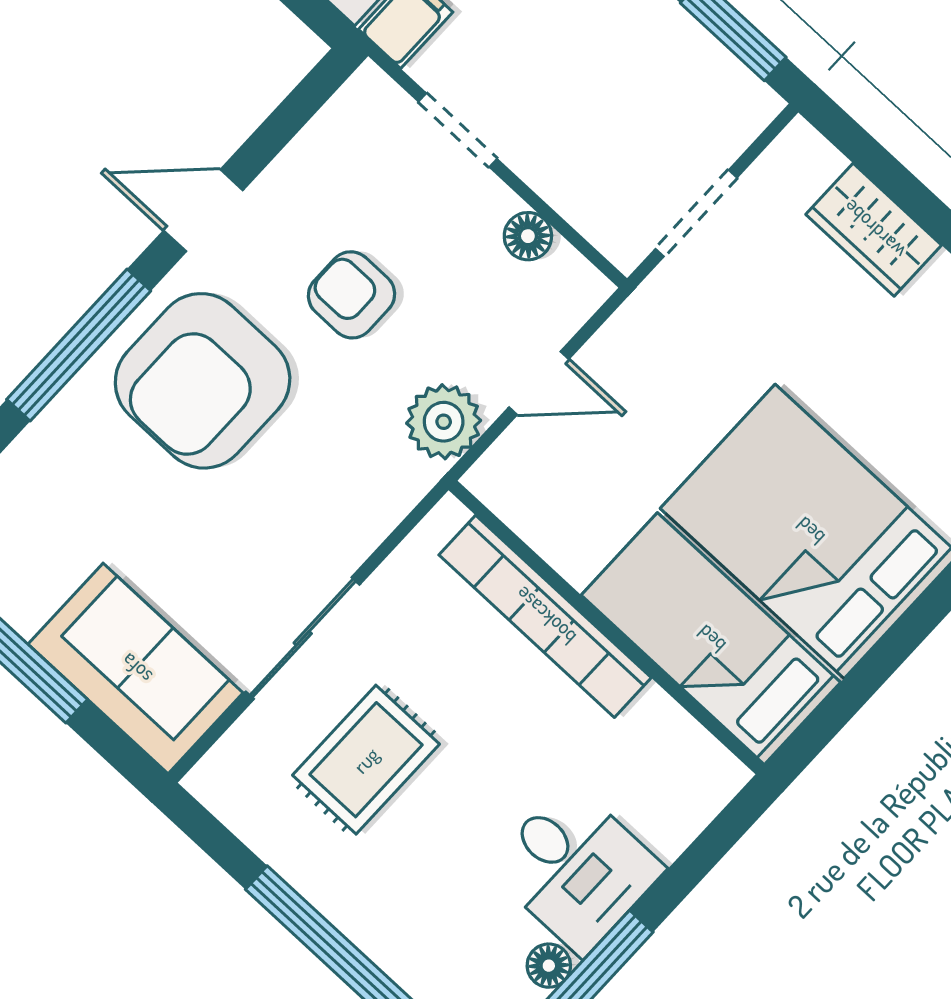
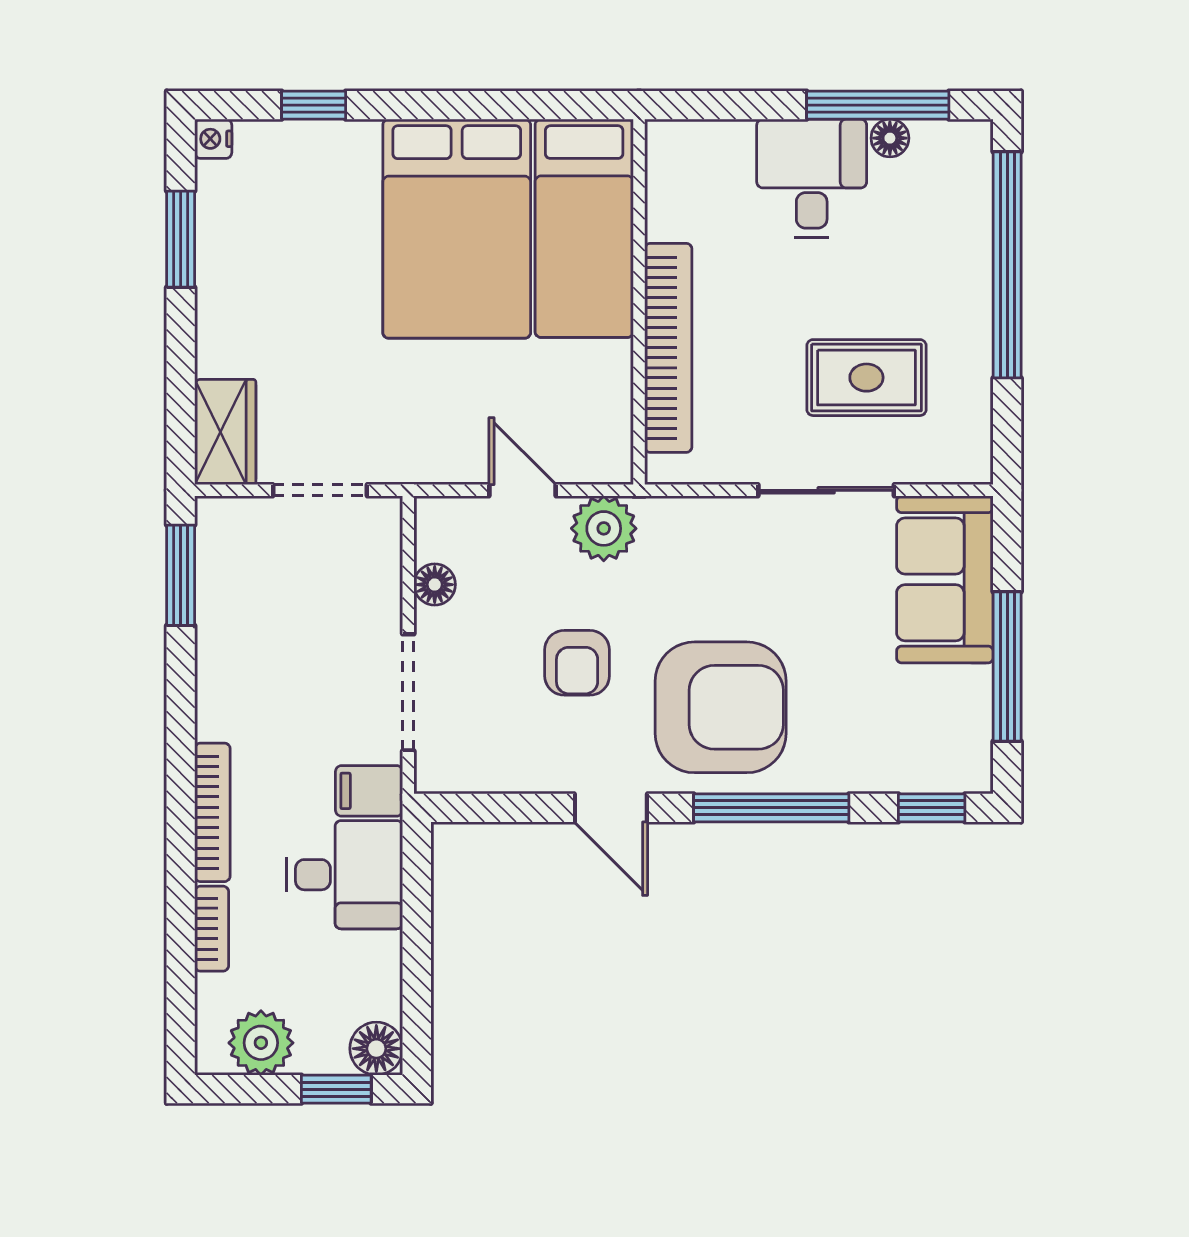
doorway: (458, 130) -> (408, 692), width x1.38
wardrobe: (874, 230) -> (225, 432), moved

